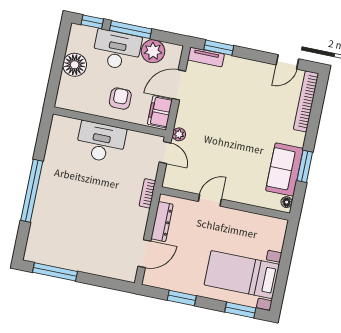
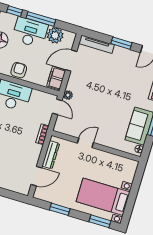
window: (219, 48) -> (121, 43), moved
tv unit: (206, 57) -> (97, 44), width x1.41
armchair: (120, 99) -> (19, 70), moved

